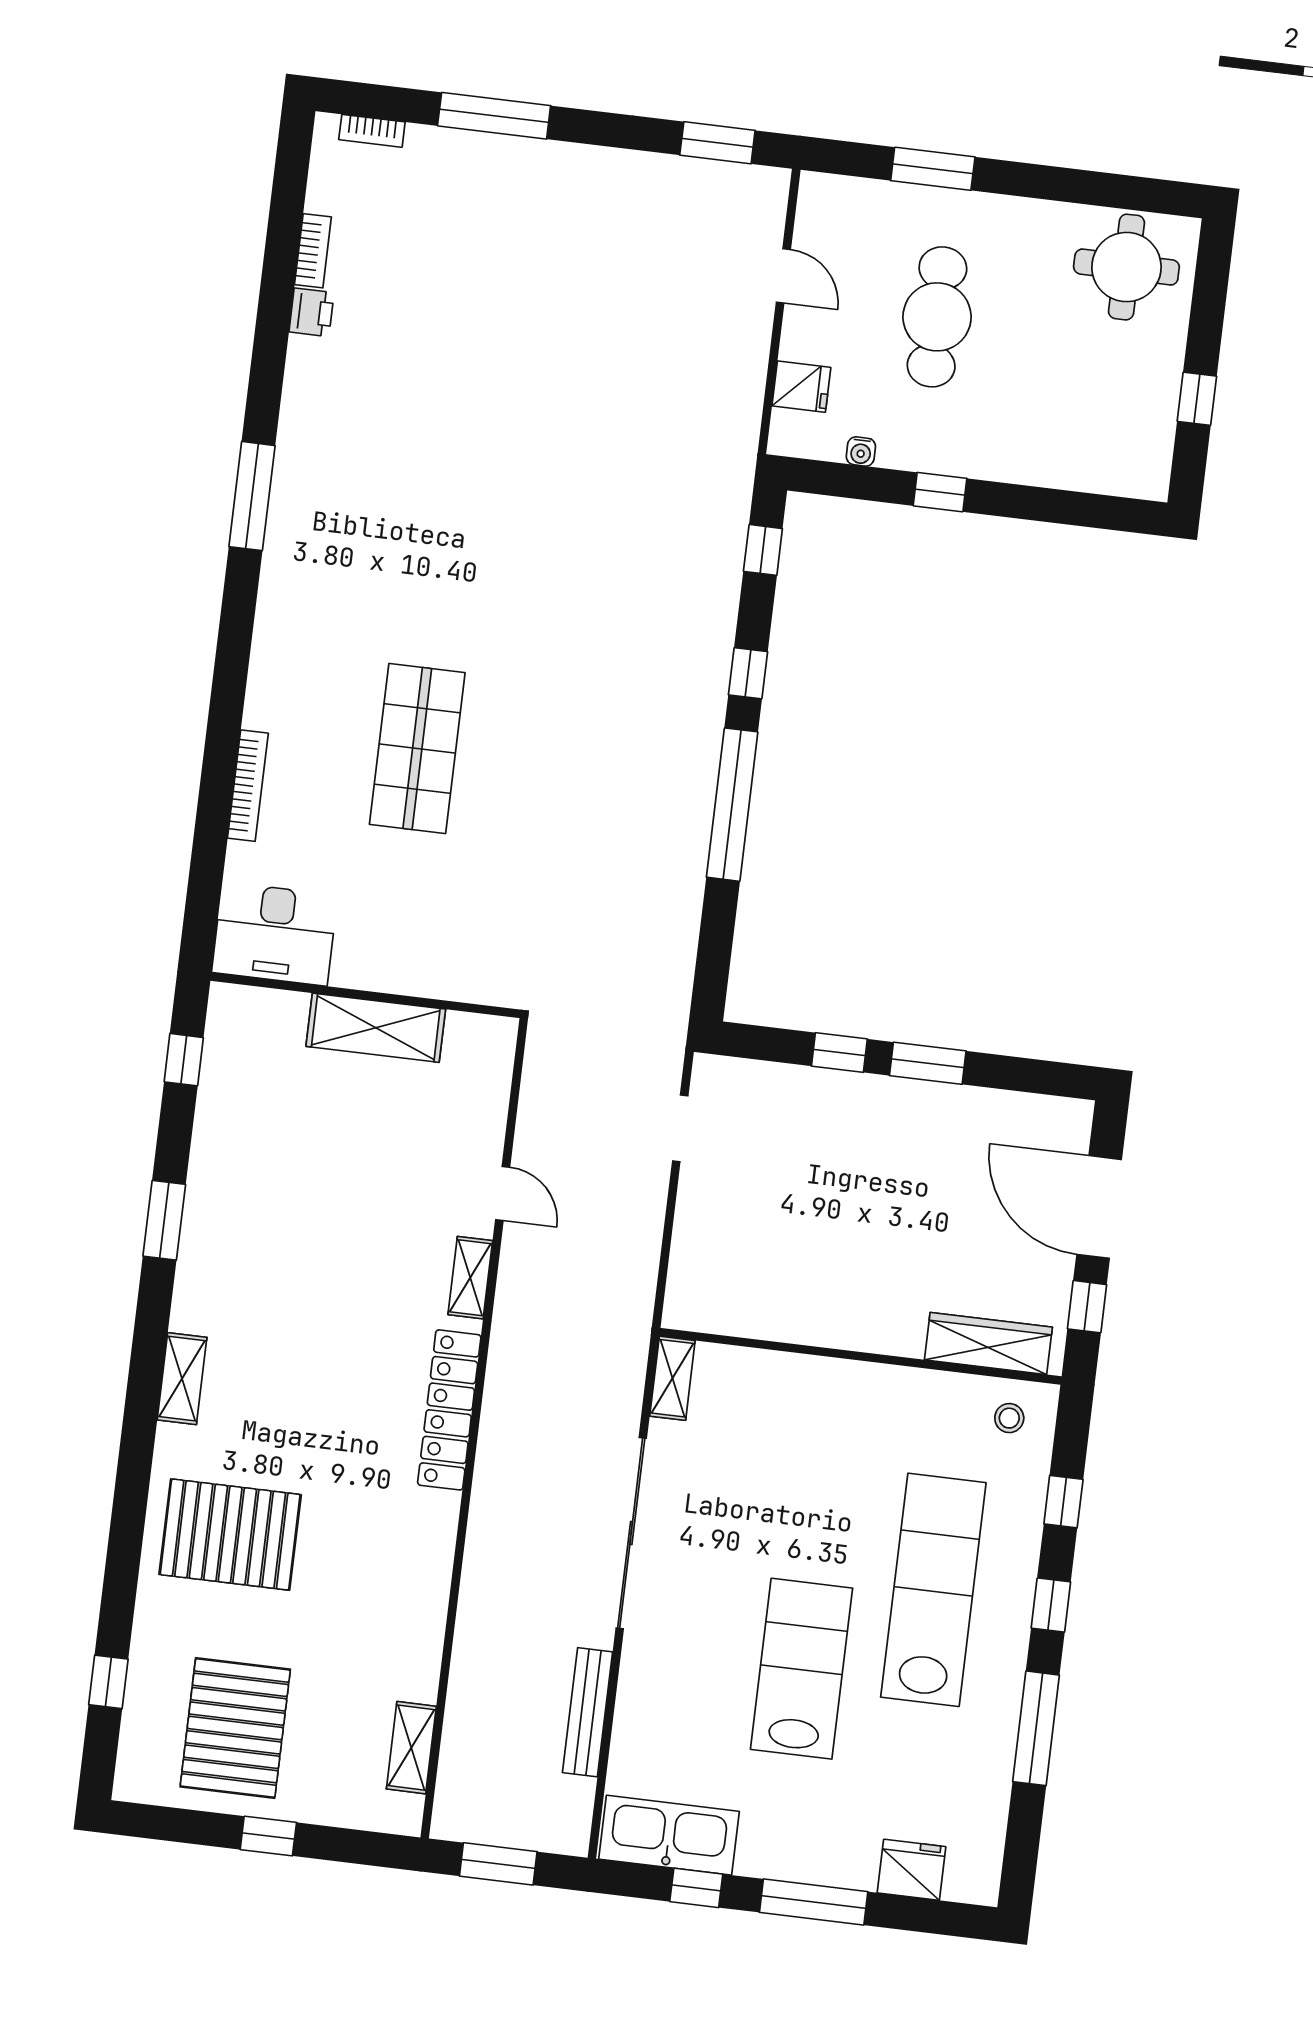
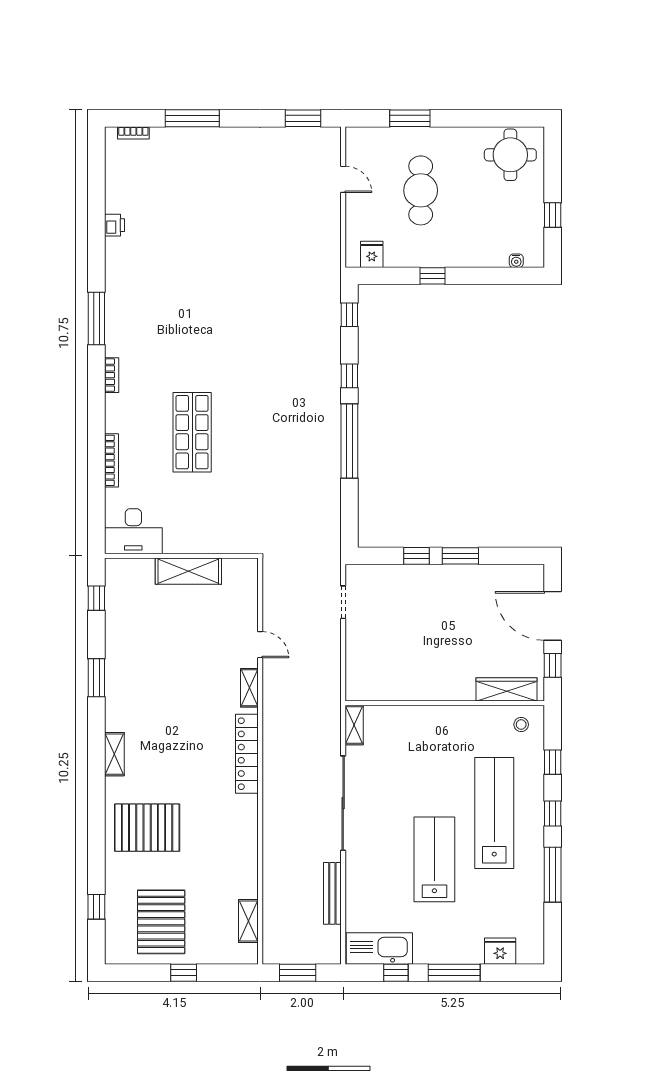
bookcase: (313, 251) -> (112, 375), moved
fridge: (801, 387) -> (372, 254), moved, turned -90
water cooler: (861, 451) -> (516, 261), moved

